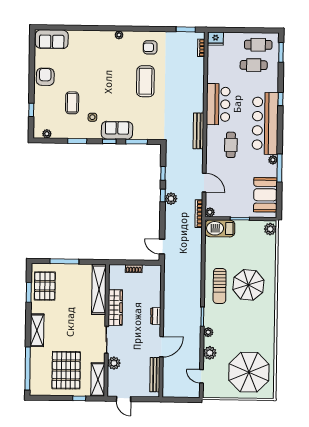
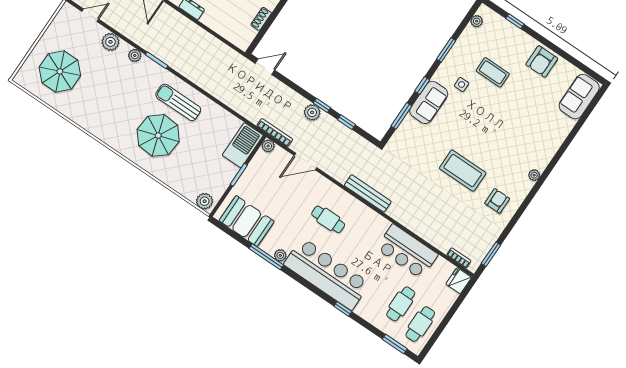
armchair: (45, 77) -> (542, 61), turned 90
bar counter: (218, 104) -> (407, 251), moved
parasol: (249, 372) -> (60, 71), width x0.73, depth x0.73

